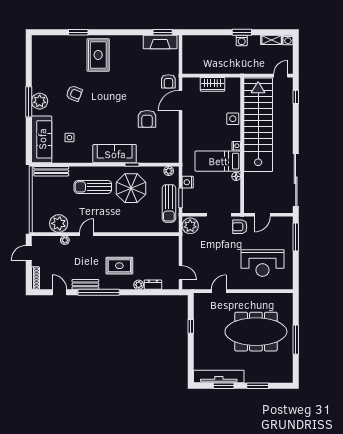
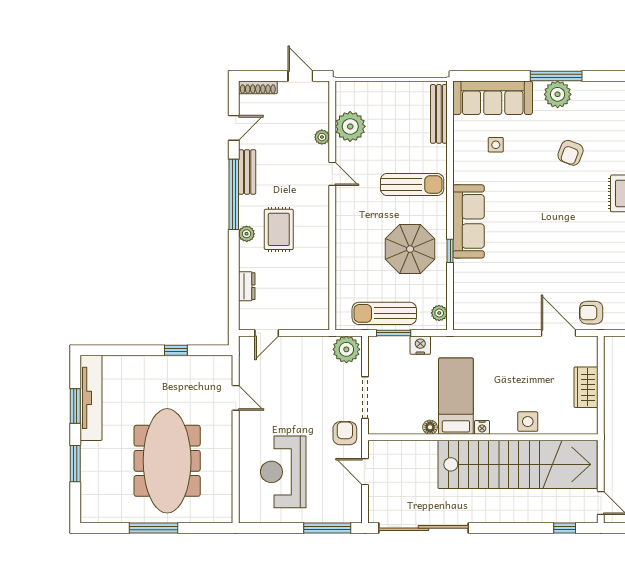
armchair: (147, 119) -> (528, 276), removed
sun lounger: (93, 187) -> (412, 184), turned 90
plant: (139, 285) -> (247, 234), moved

